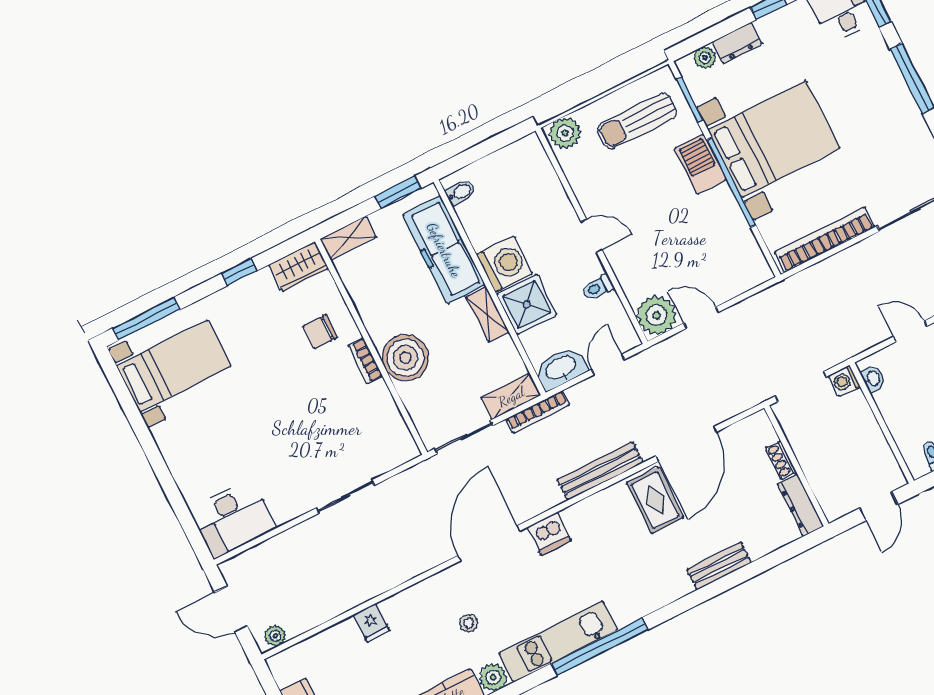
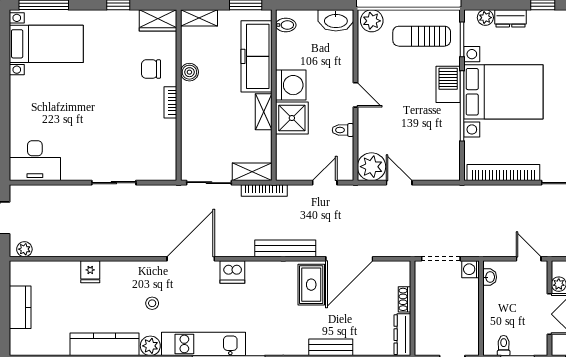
boiler: (405, 358) -> (189, 72), moved, width x0.54, depth x0.54
washbasin: (561, 368) -> (336, 20), moved, turned 180

